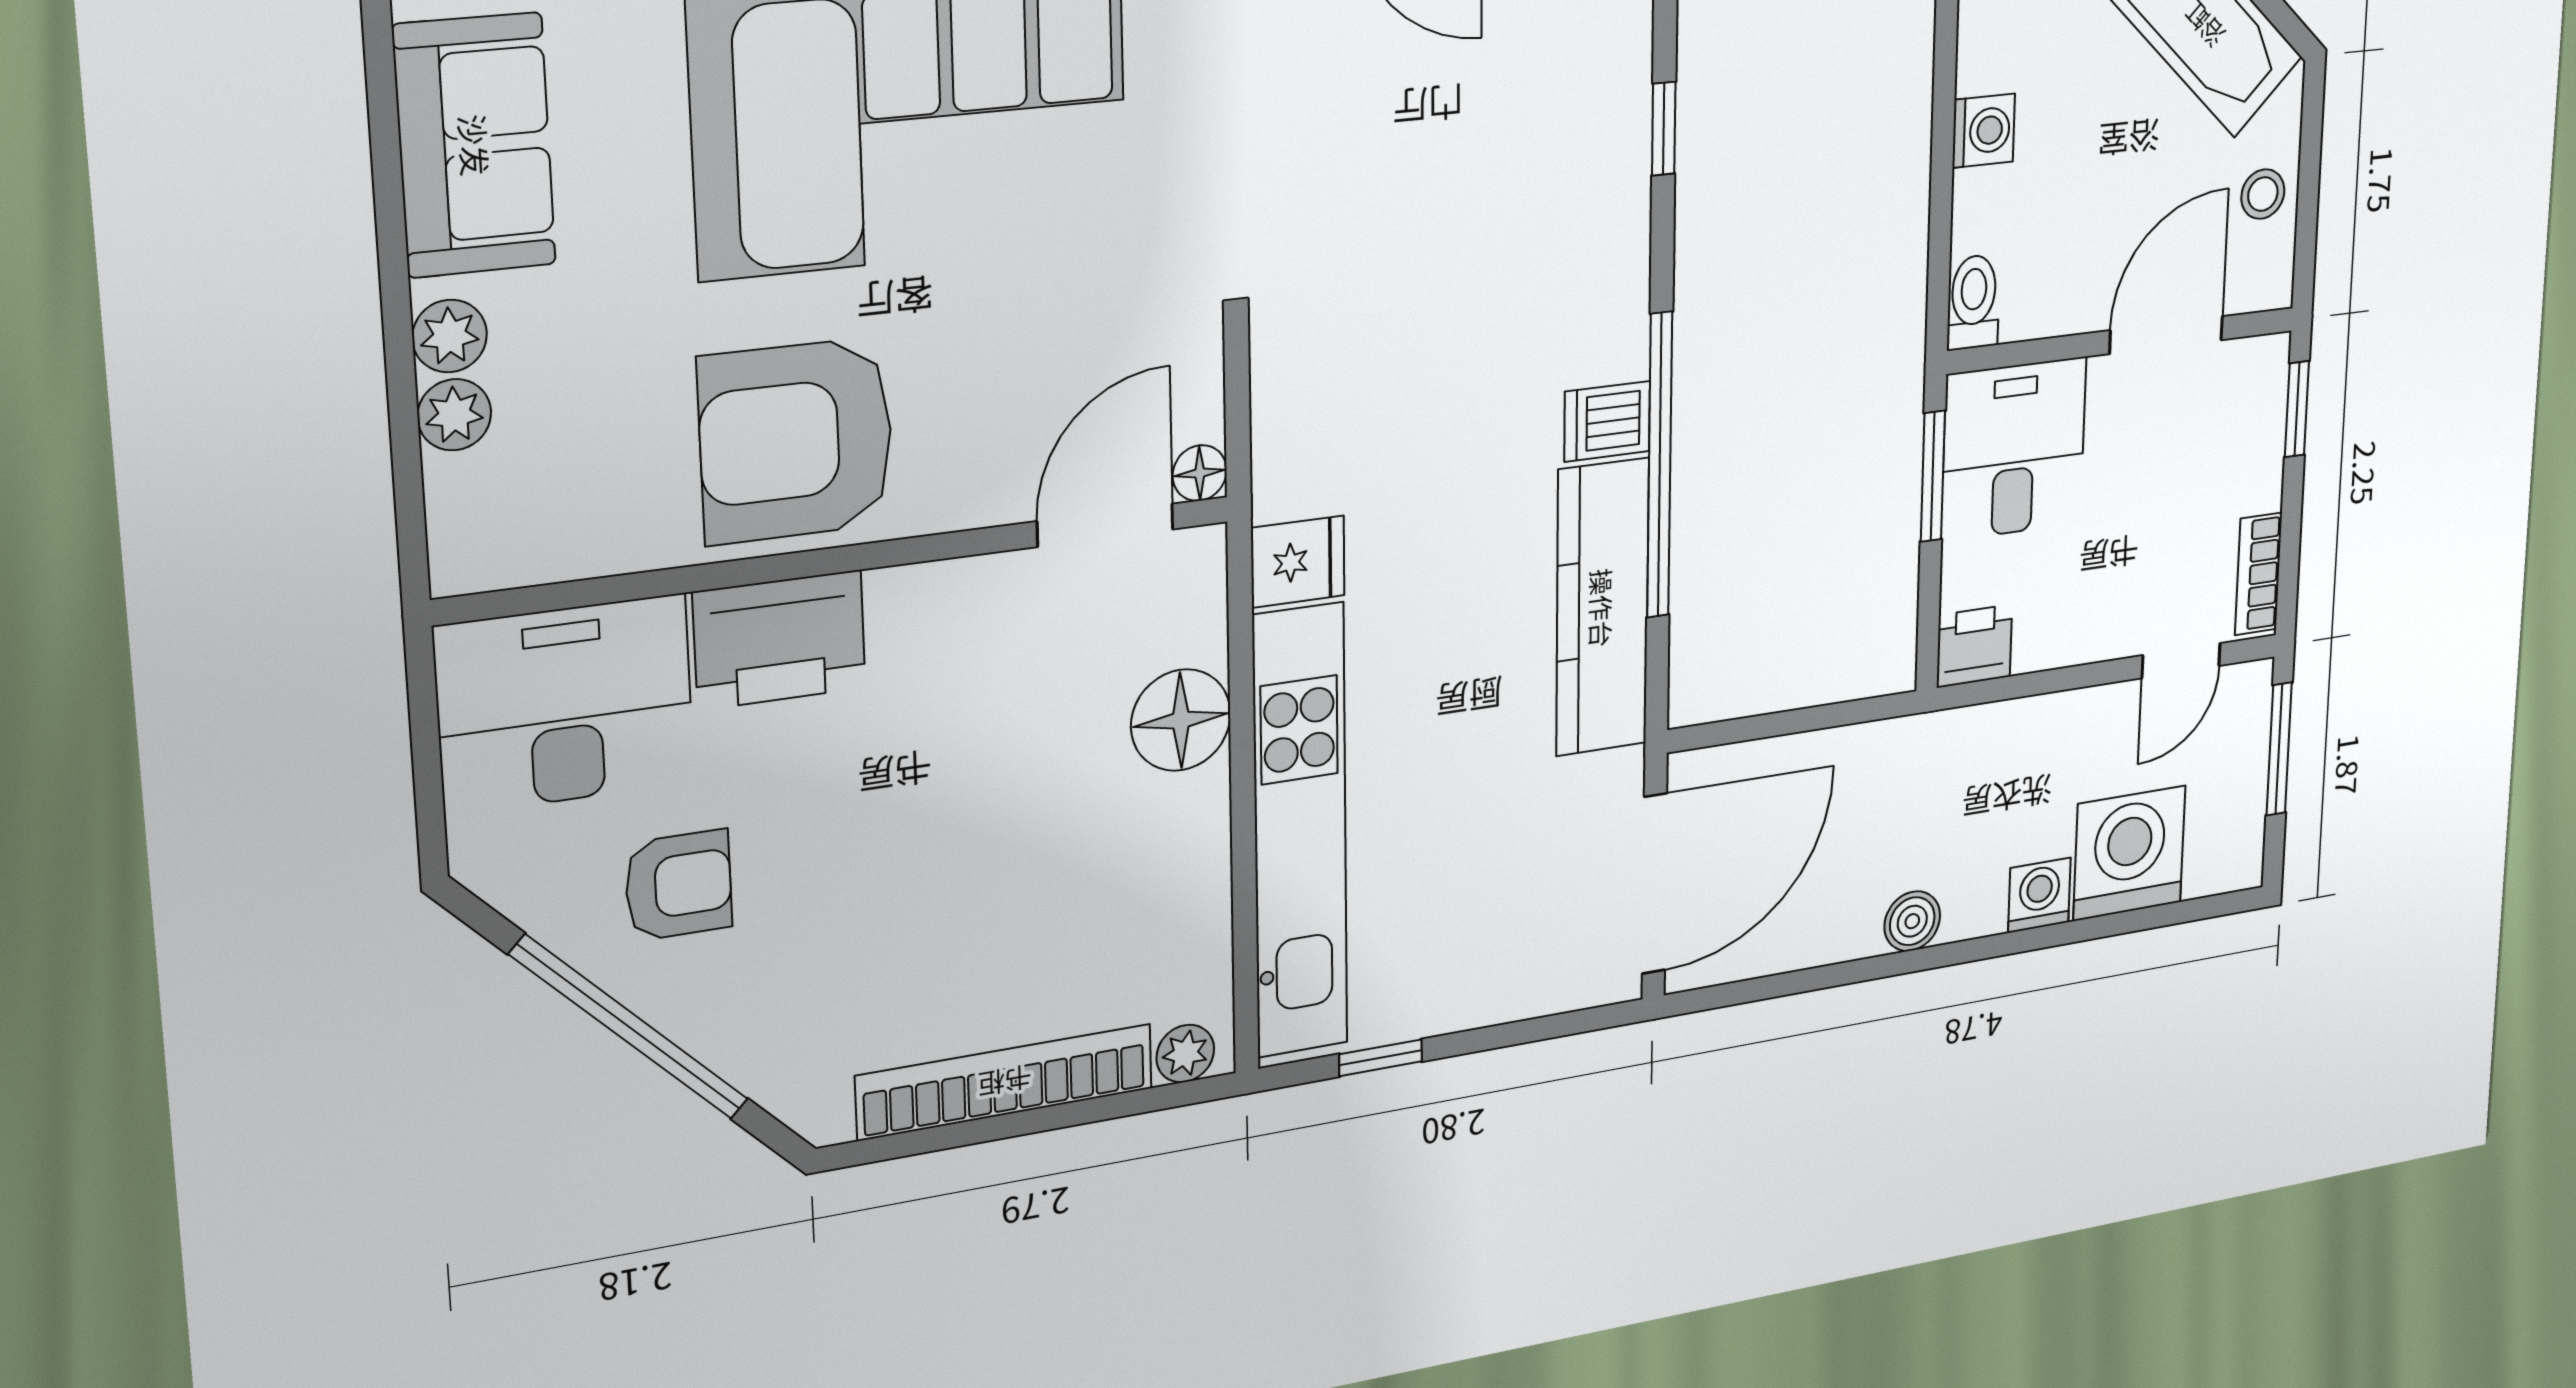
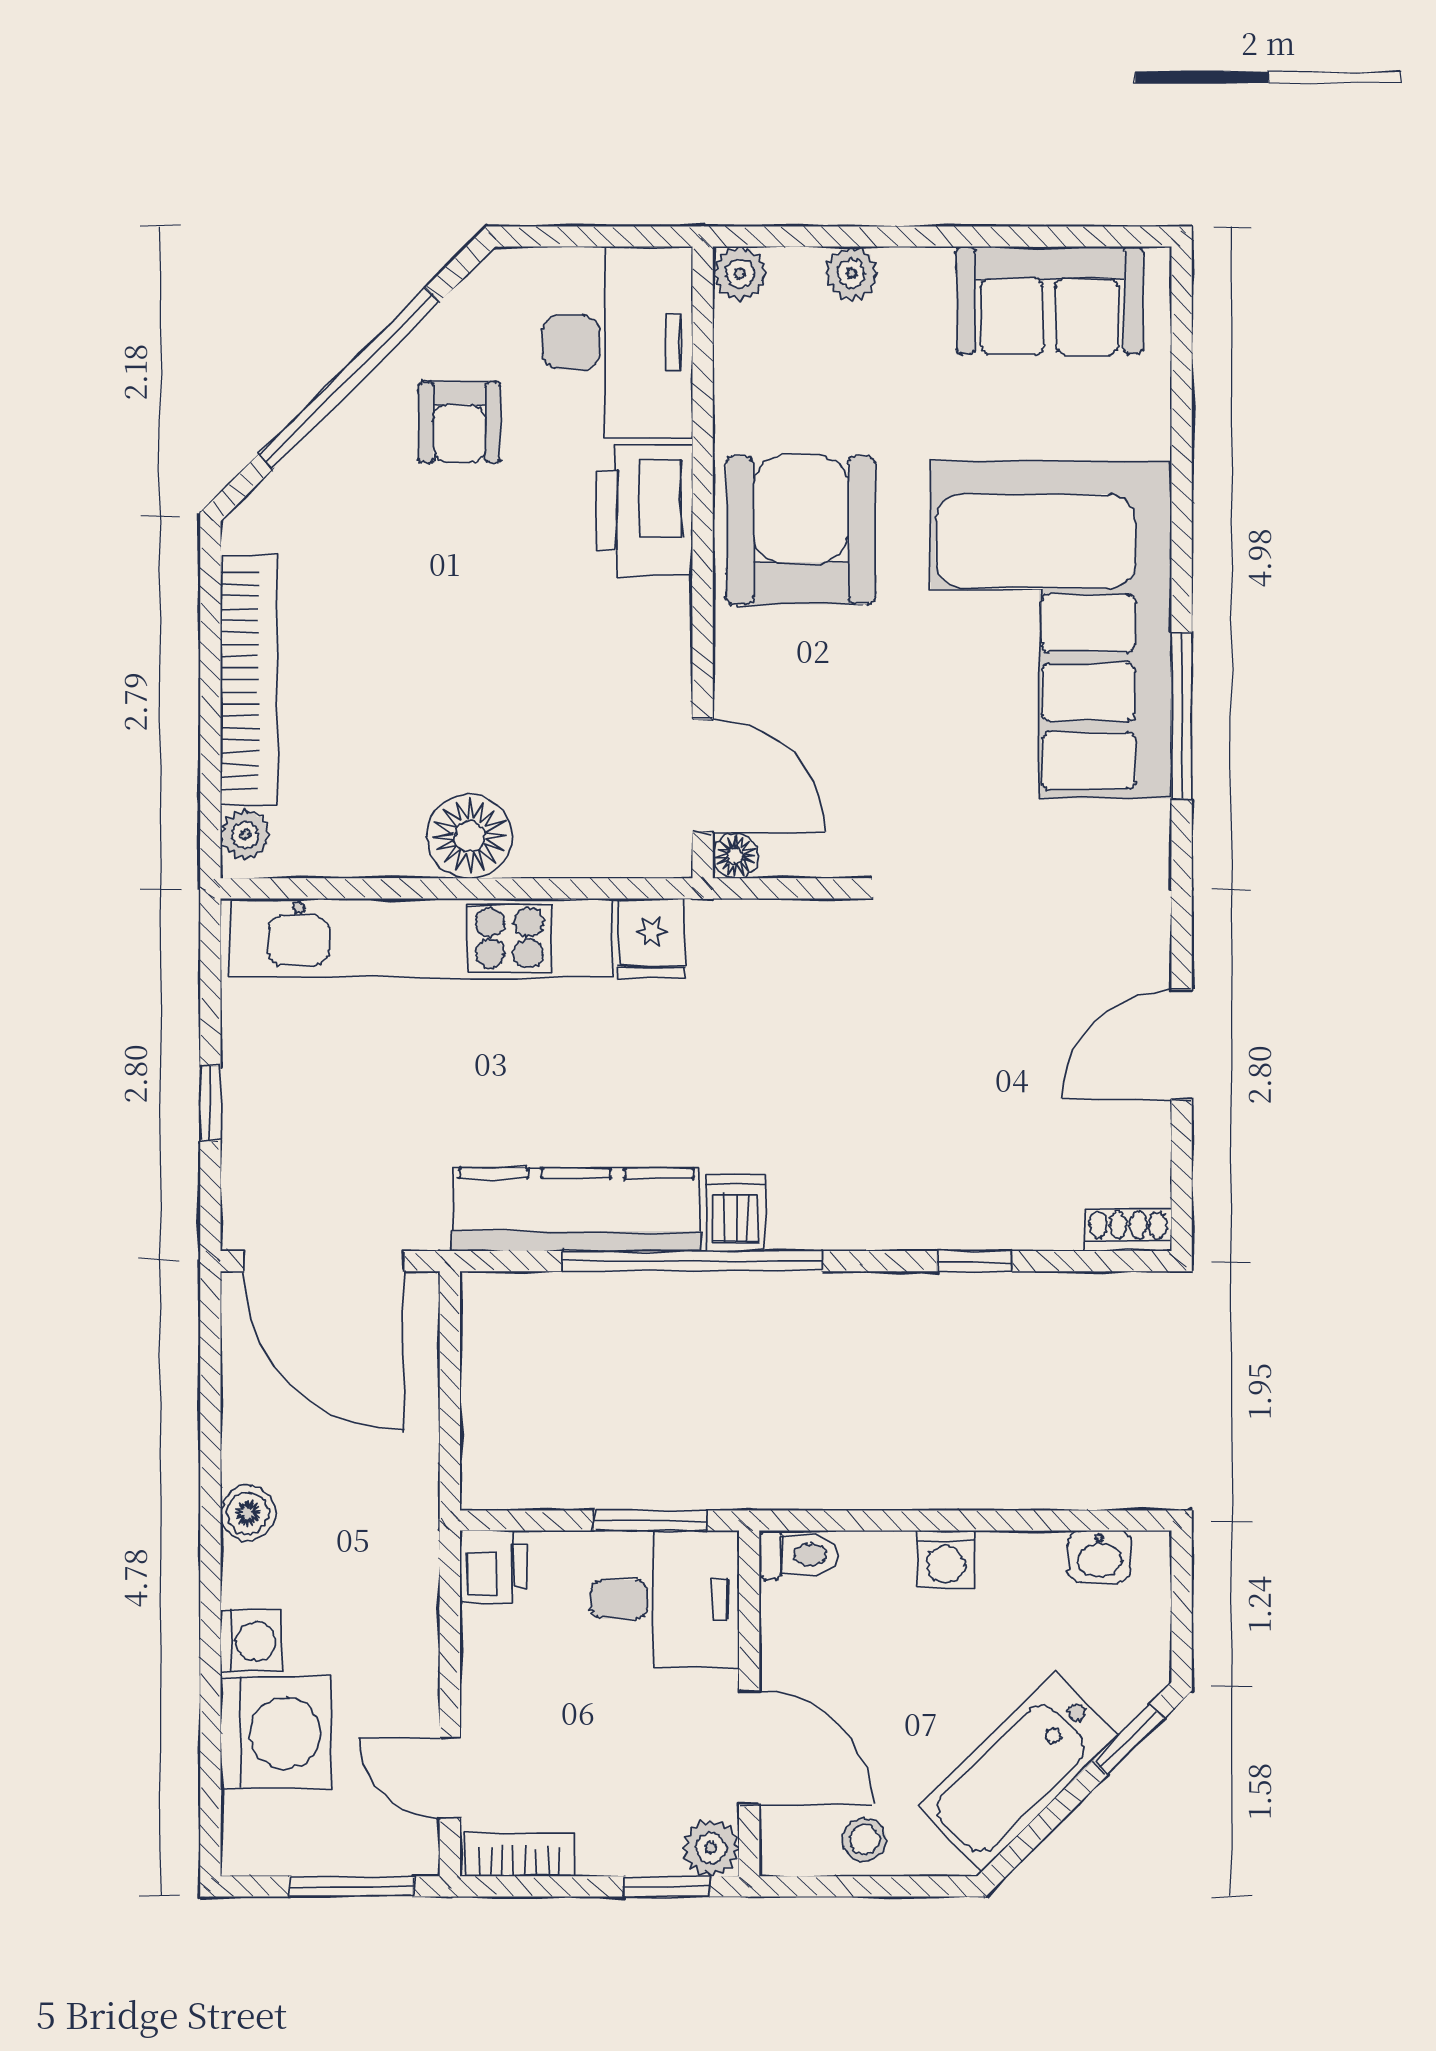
plant: (450, 336) -> (740, 274), moved
plant: (2262, 366) -> (711, 1848), added
floor lamp: (1181, 720) -> (469, 836), moved
window: (1381, 1058) -> (210, 1104), moved

